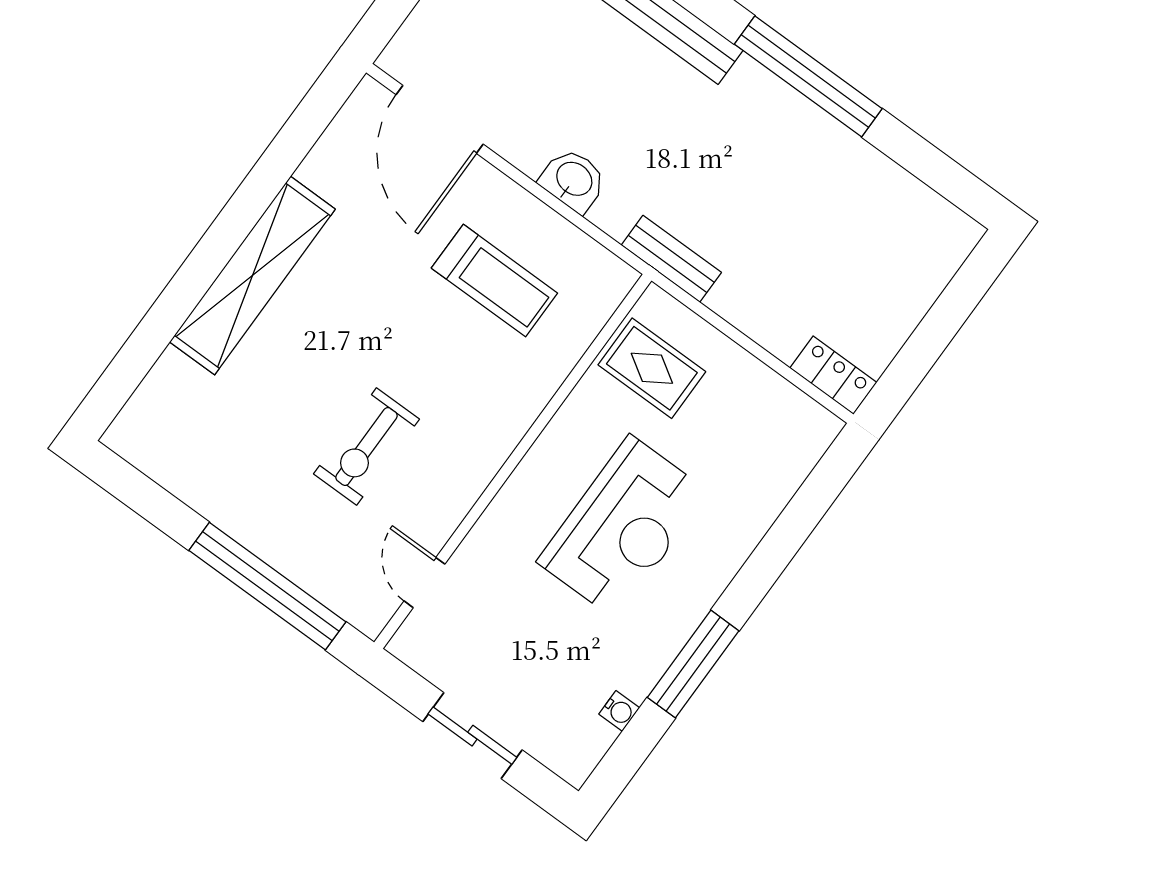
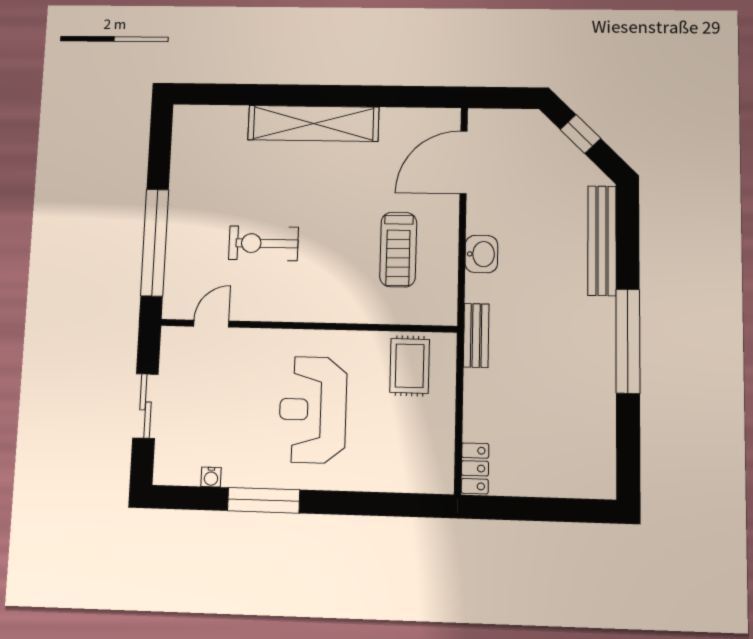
reception desk: (623, 527) -> (313, 410), turned 90

